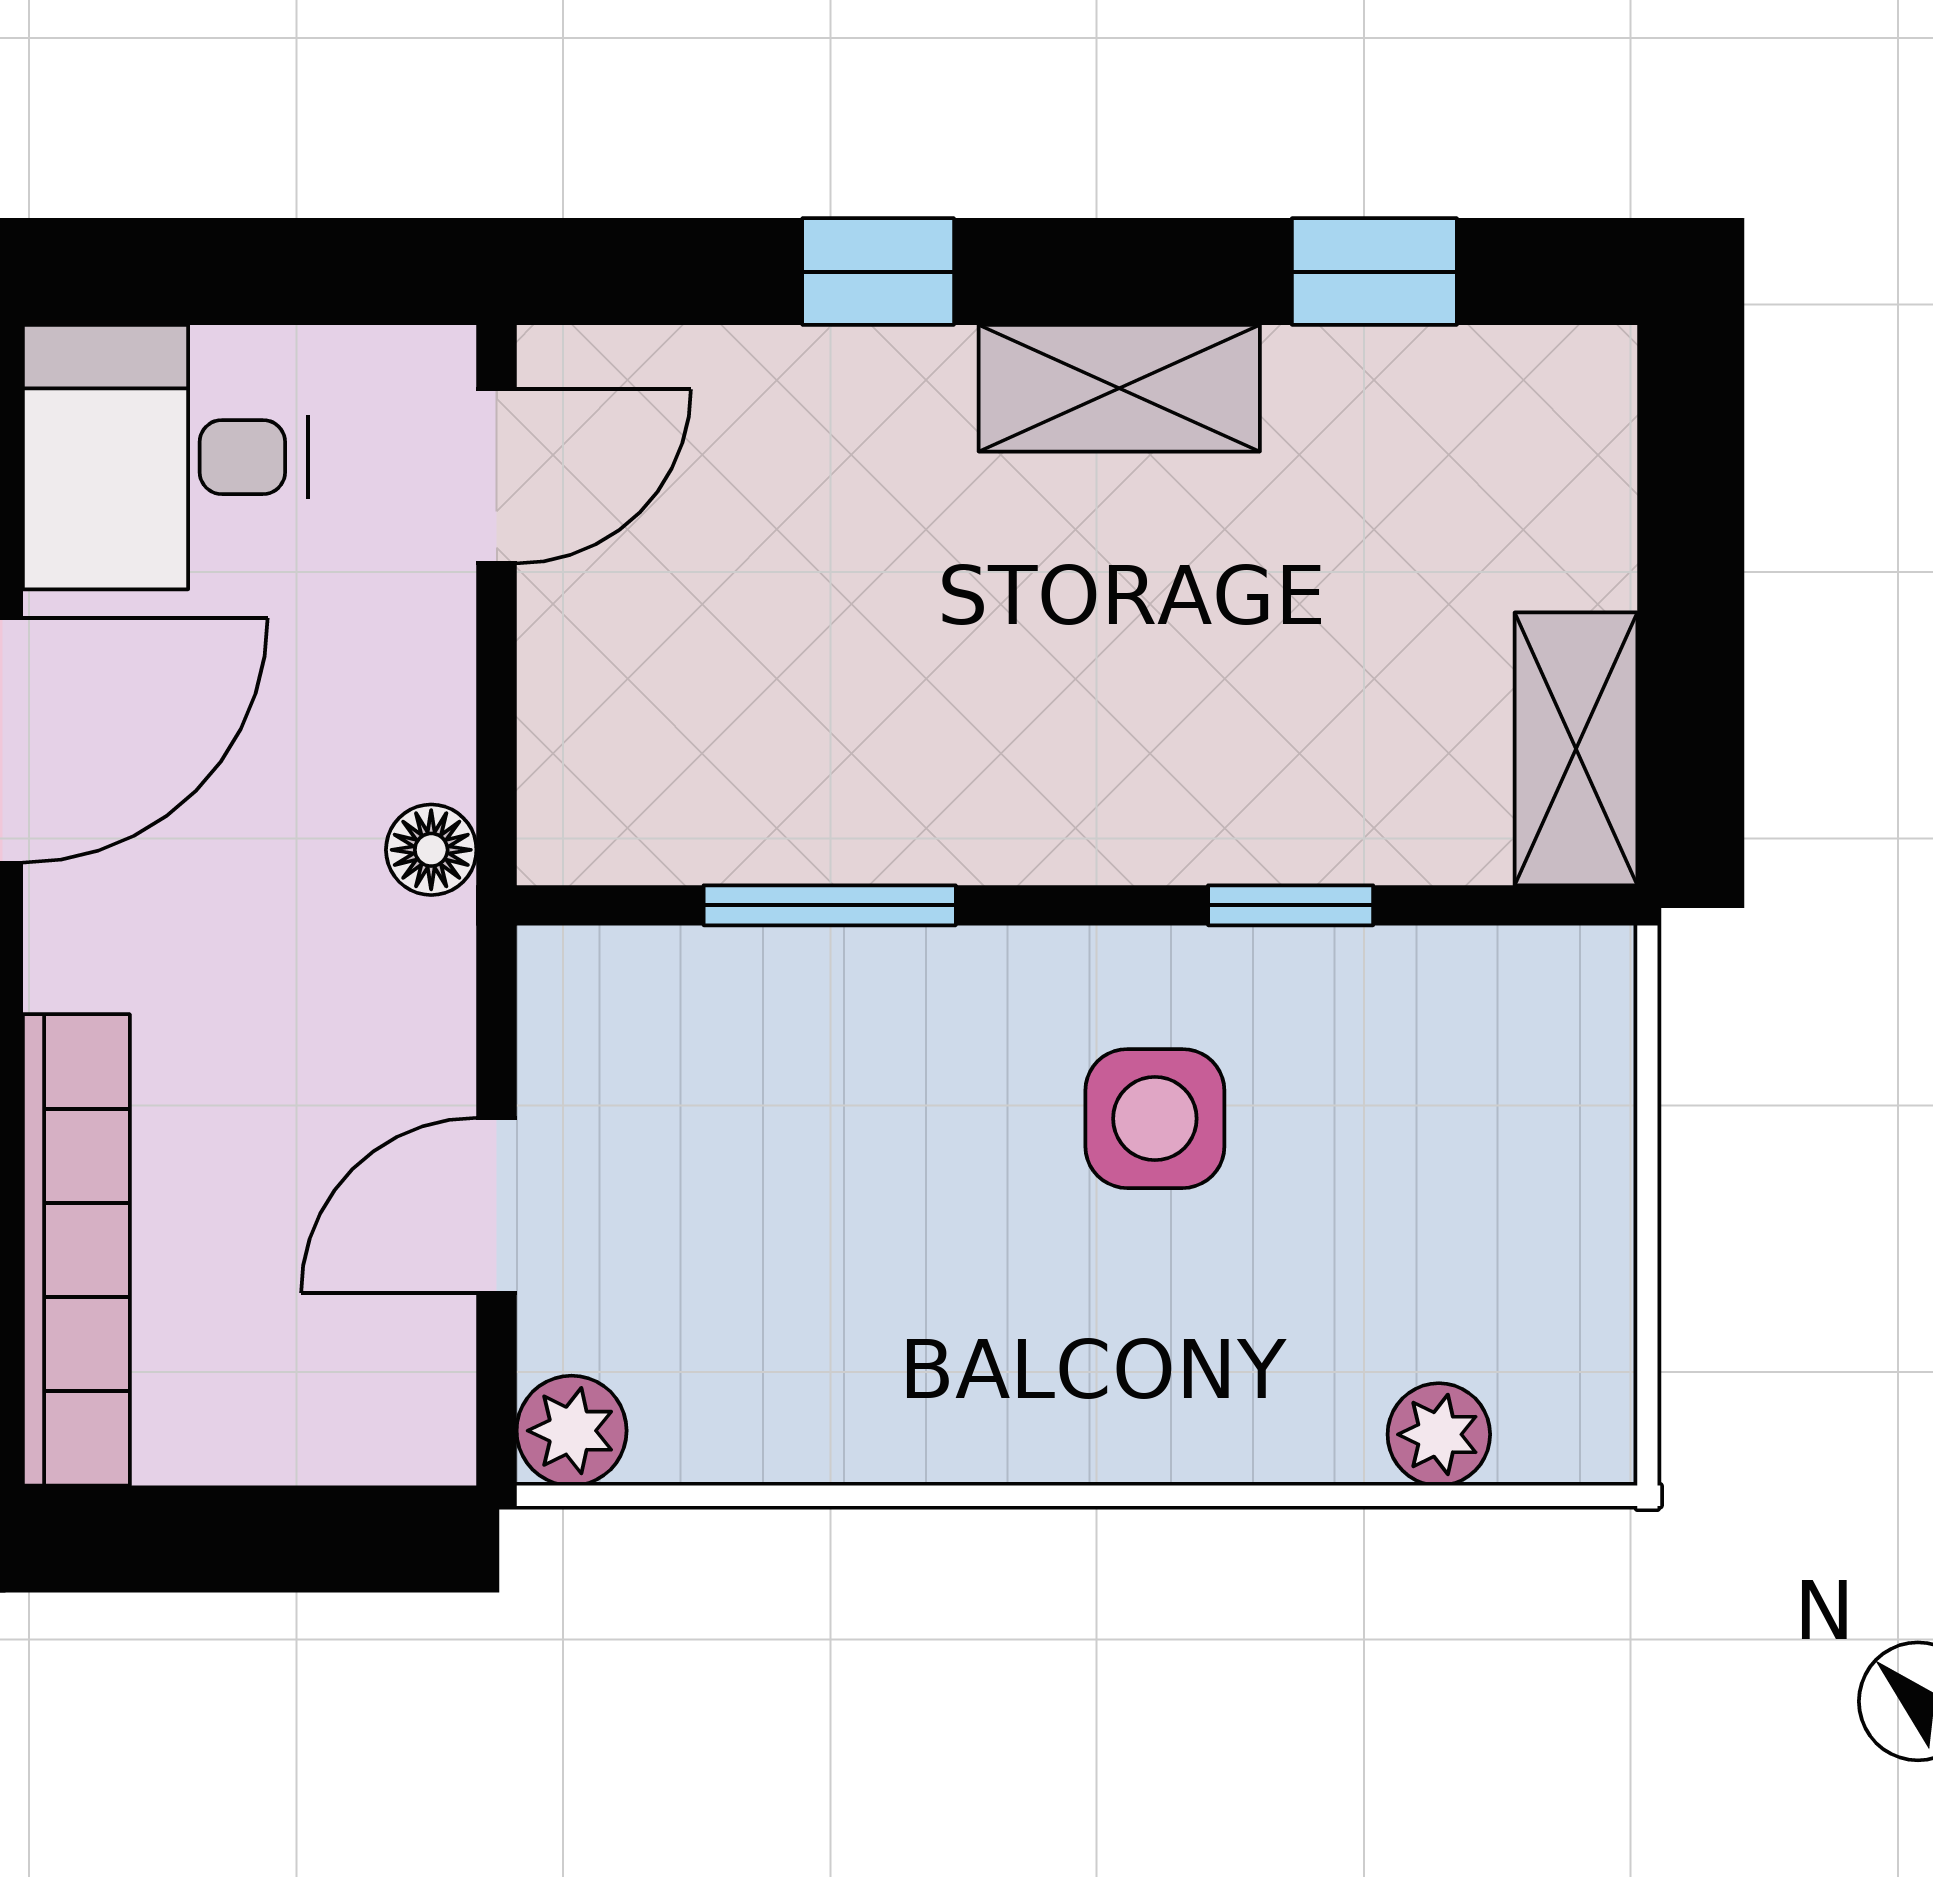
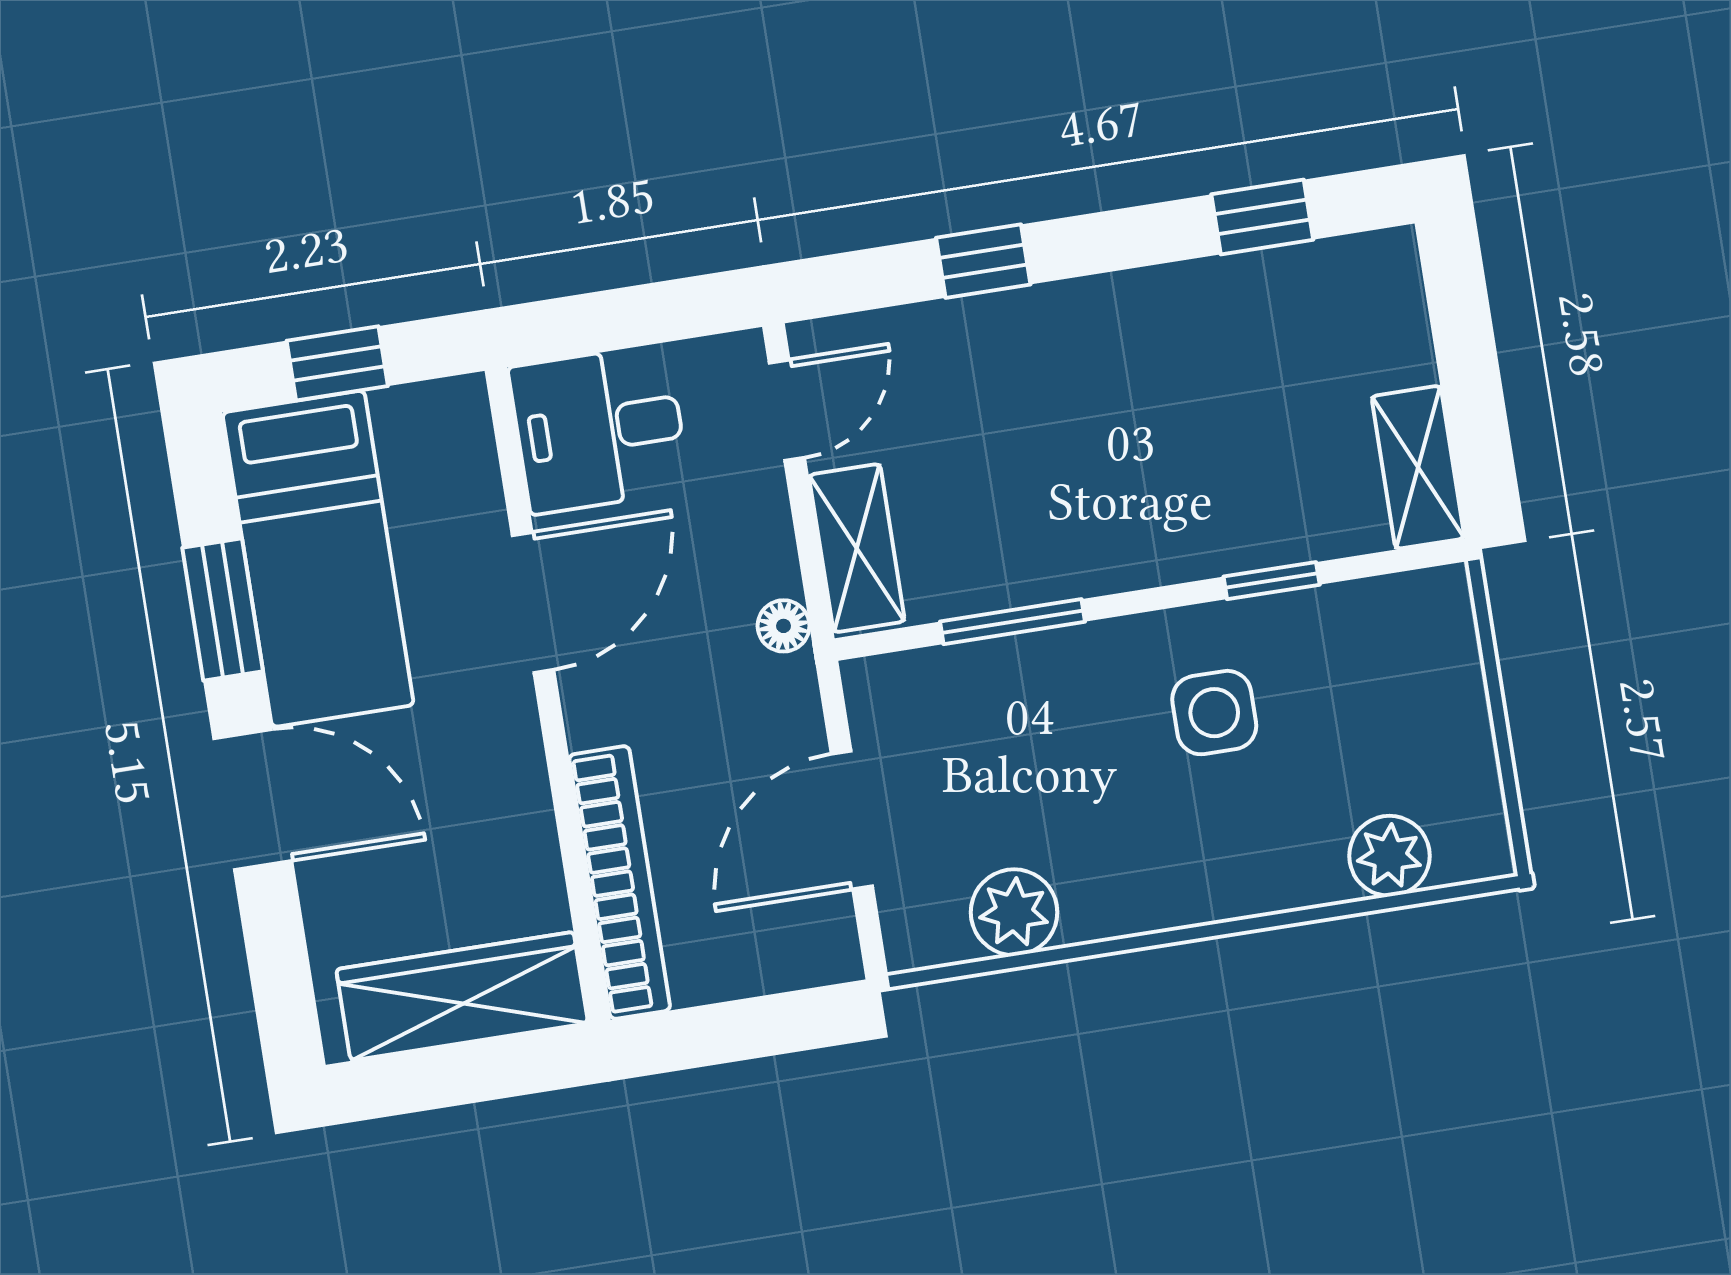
shelving: (1119, 388) -> (857, 548), moved, turned 90
door: (497, 1205) -> (852, 820), width x1.38
plant: (572, 1431) -> (1014, 912), moved, width x1.38, depth x1.38
plant: (1439, 1434) -> (1389, 856), width x1.38, depth x1.38

